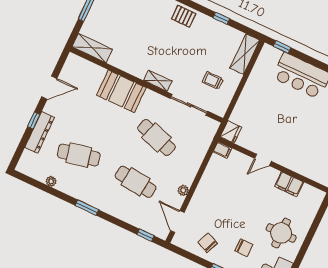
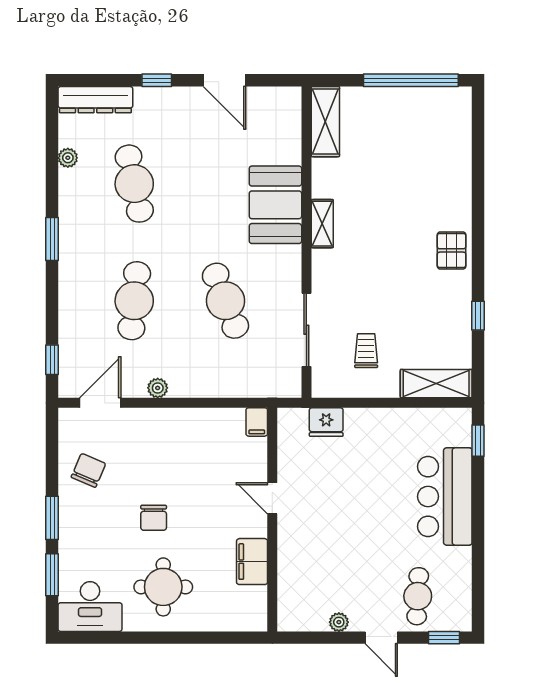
shelving: (158, 81) -> (322, 224), moved
dresser: (40, 132) -> (95, 100), moved
fridge: (231, 132) -> (326, 422), moved
cafe table: (156, 137) -> (225, 301), turned -39
chair: (244, 248) -> (154, 518), moved

